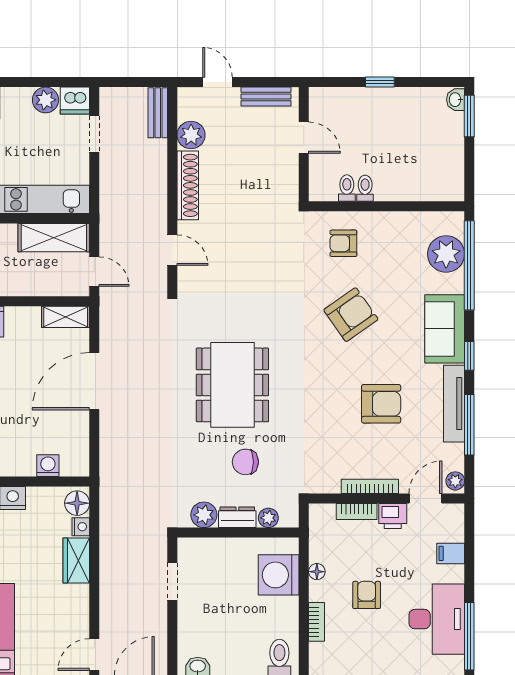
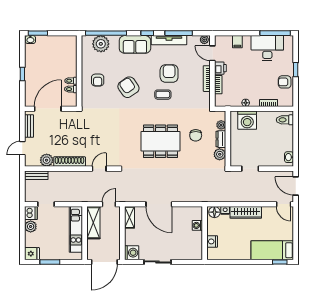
door: (304, 138) -> (48, 109), width x1.87
armchair: (343, 243) -> (98, 80), moved
coffee table: (335, 390) -> (163, 95), added
wardrobe: (76, 560) -> (246, 212), width x1.50
armchair: (367, 595) -> (285, 82), moved

